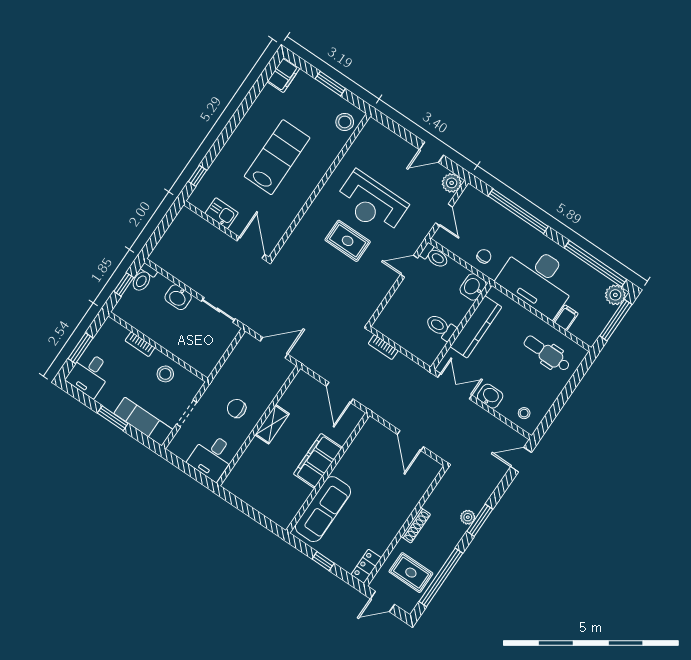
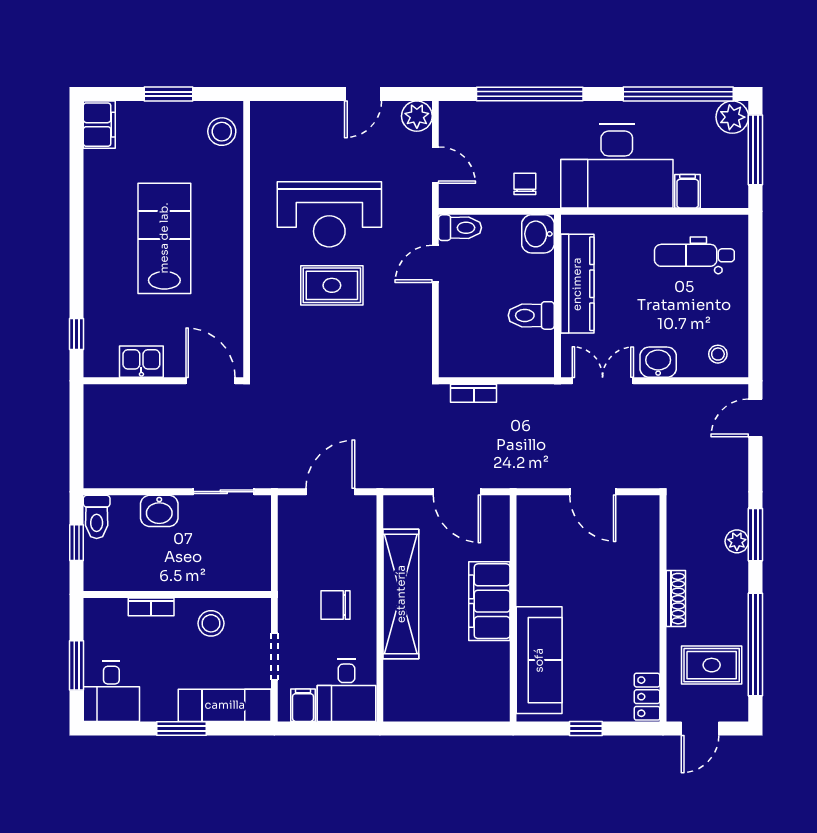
shelving: (272, 424) -> (401, 594), width x2.20, depth x1.33
filing cabinet: (184, 449) -> (303, 705), added

